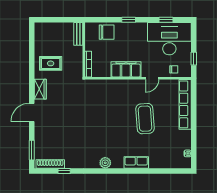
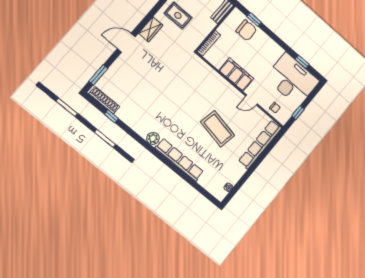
window: (129, 20) -> (254, 19), moved
coffee table: (145, 119) -> (218, 129), turned -75
row of seats: (136, 162) -> (179, 160), width x2.02

